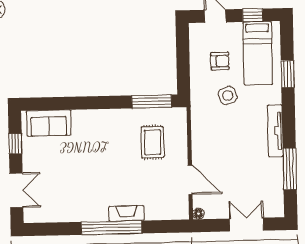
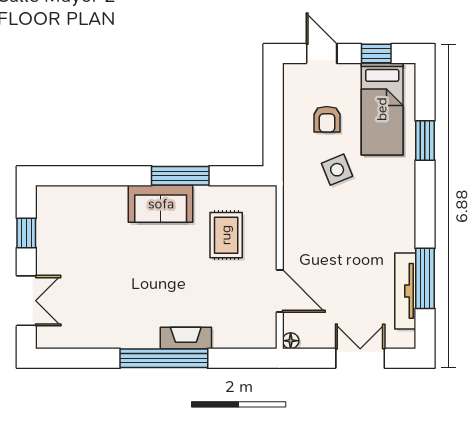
armchair: (220, 61) -> (327, 119), turned 90
window: (152, 101) -> (180, 176), moved
sofa: (49, 123) -> (161, 204), moved
tv unit: (275, 131) -> (405, 291), moved

